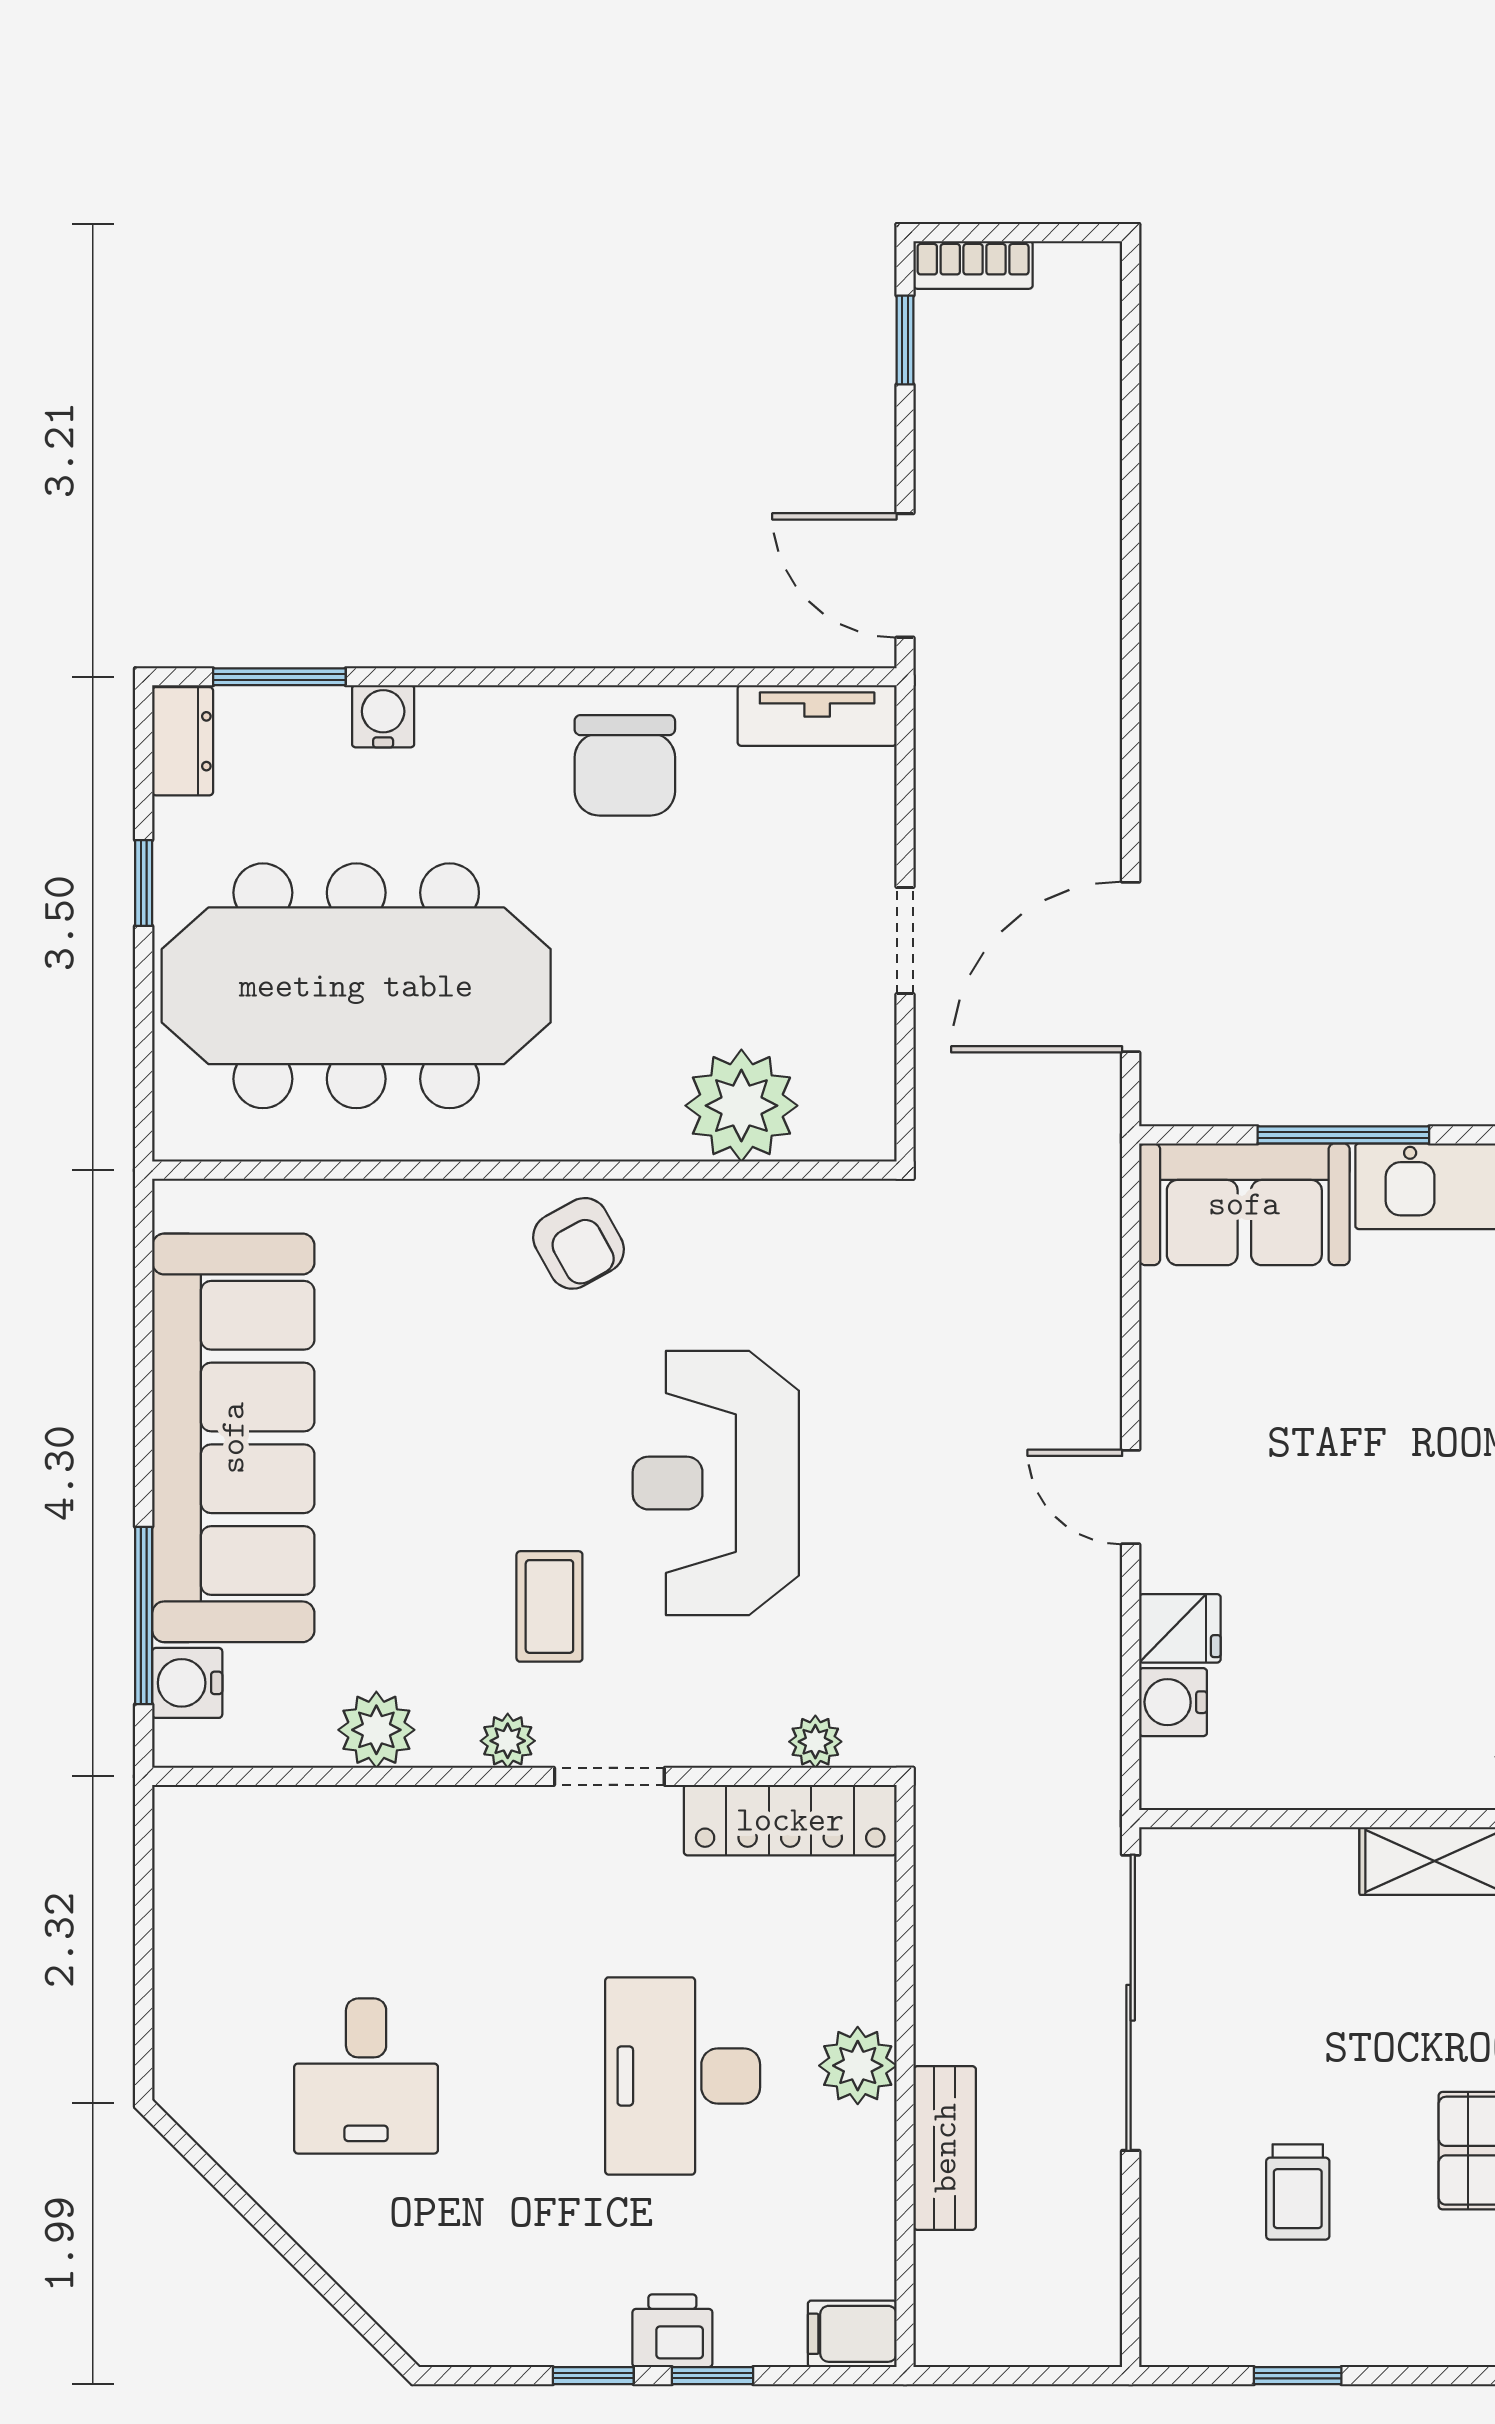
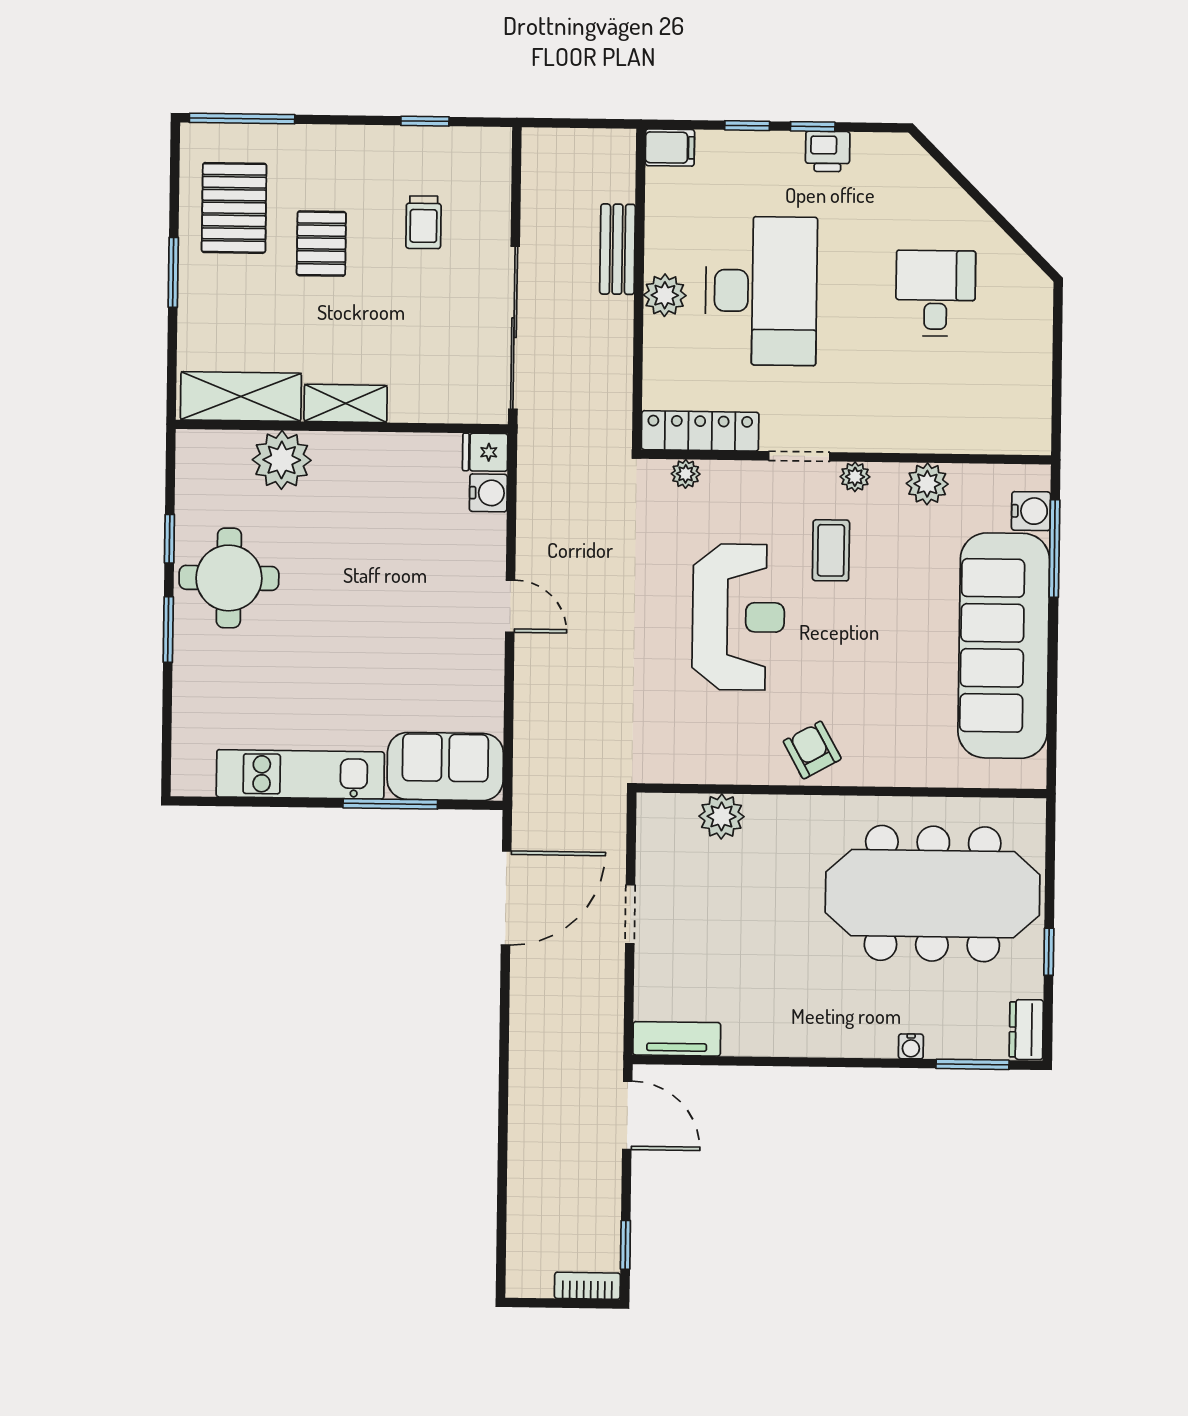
water cooler: (383, 716) -> (911, 1046), width x0.72, depth x0.72
chair: (625, 765) -> (783, 1013), removed
plant: (741, 1106) -> (722, 816), width x0.73, depth x0.73
fridge: (1180, 1628) -> (485, 452), moved
desk: (683, 2076) -> (761, 291), width x1.36, depth x1.30
trolley: (1298, 2192) -> (423, 222), turned 180
printer: (672, 2331) -> (828, 151), moved

